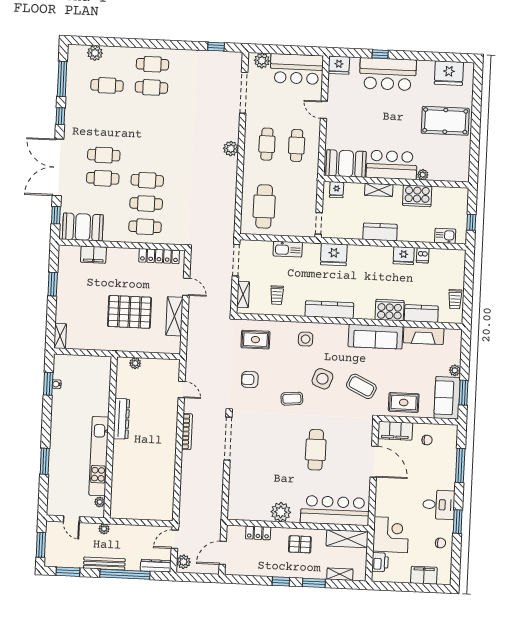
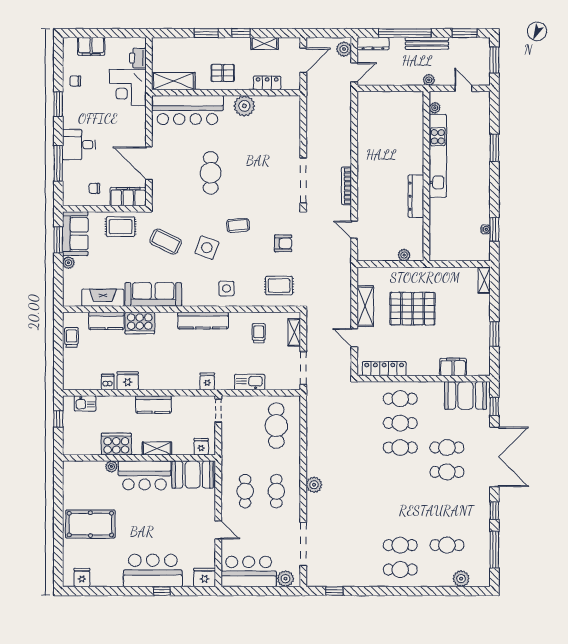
fridge: (449, 73) -> (82, 577), width x0.53, depth x0.75
fridge: (334, 255) -> (207, 381), width x0.53, depth x0.75
desk: (439, 505) -> (79, 145), moved
shelving: (340, 574) -> (265, 43), moved

